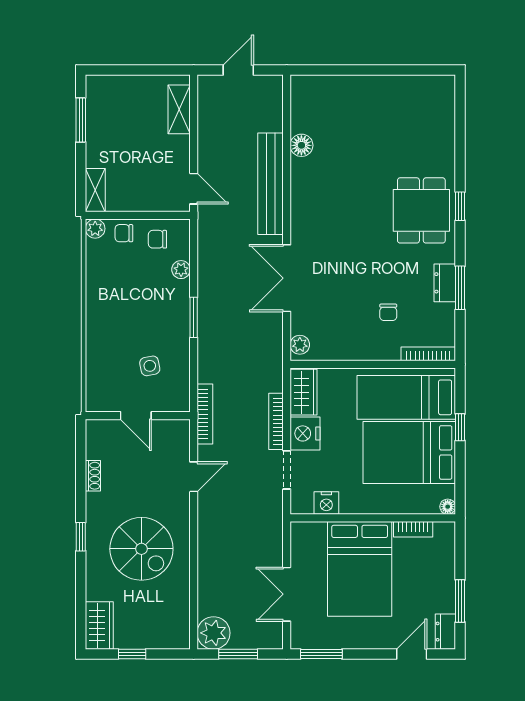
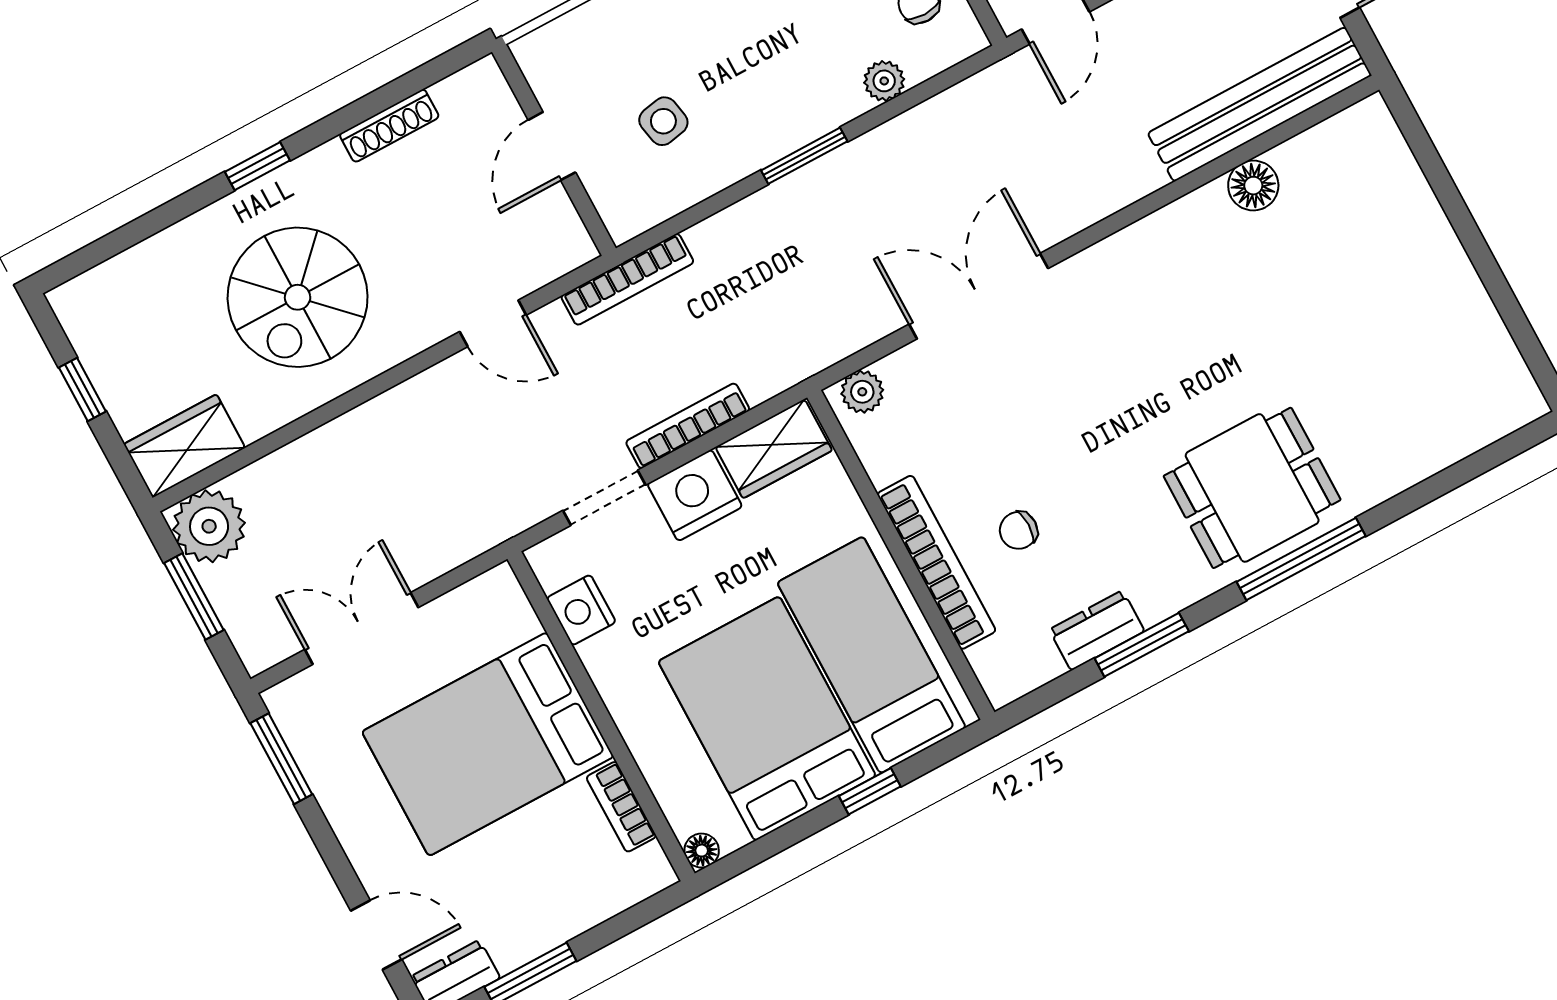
bench: (271, 184) -> (1260, 104), moved
window: (460, 206) -> (1301, 559), width x2.17
dresser: (445, 283) -> (1097, 630), moved
bookcase: (428, 354) -> (937, 562), moved, width x1.48, depth x1.31
shoe rack: (93, 476) -> (389, 126), width x1.43
wardrobe: (99, 626) -> (185, 446), moved, turned 180

